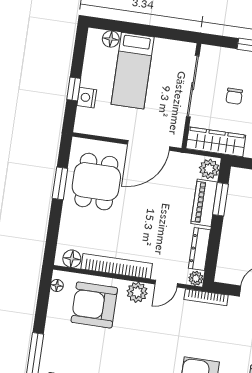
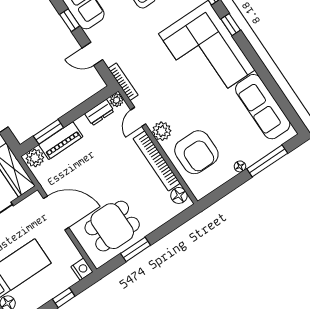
nightstand: (87, 98) -> (82, 269), moved, turned -90
dresser: (199, 249) -> (99, 112), width x0.70
door: (166, 284) -> (138, 117), swing flipped
floor lamp: (57, 285) -> (240, 166), moved

